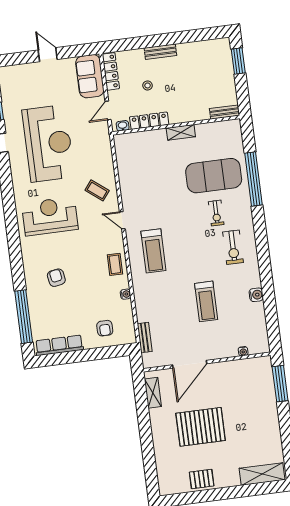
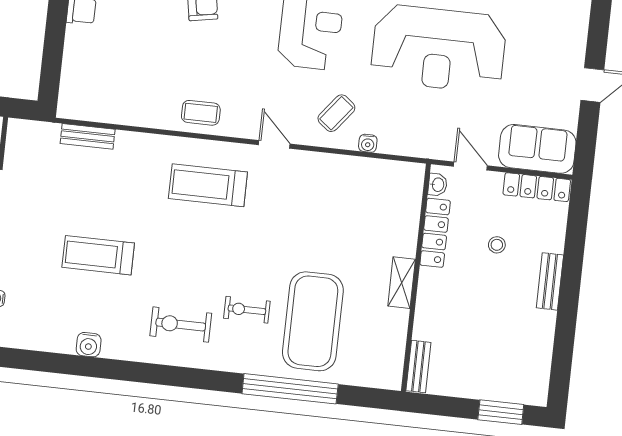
door: (122, 220) -> (274, 144), hinge flipped
water cooler: (126, 294) -> (368, 143), moved
armchair: (105, 328) -> (95, 68), removed
bench: (145, 338) -> (88, 136), moved

